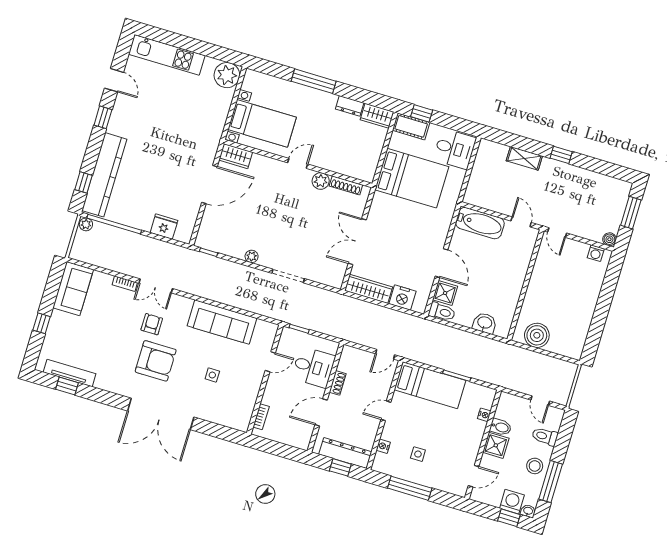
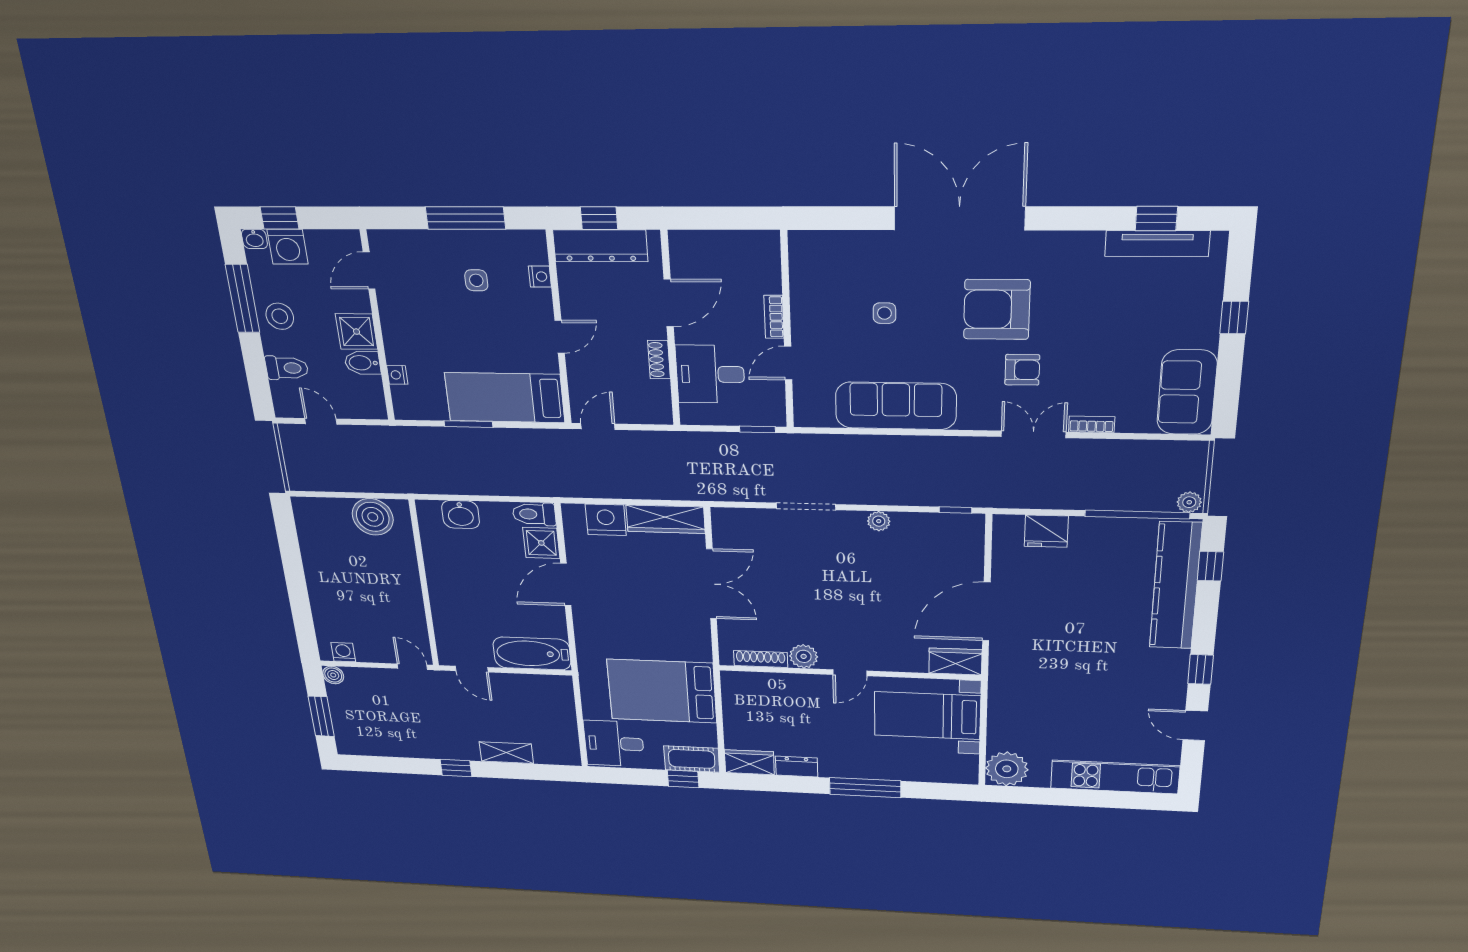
door: (441, 263) -> (566, 585), hinge flipped
armchair: (152, 324) -> (1022, 370), turned -90
bookcase: (261, 417) -> (774, 317), moved

